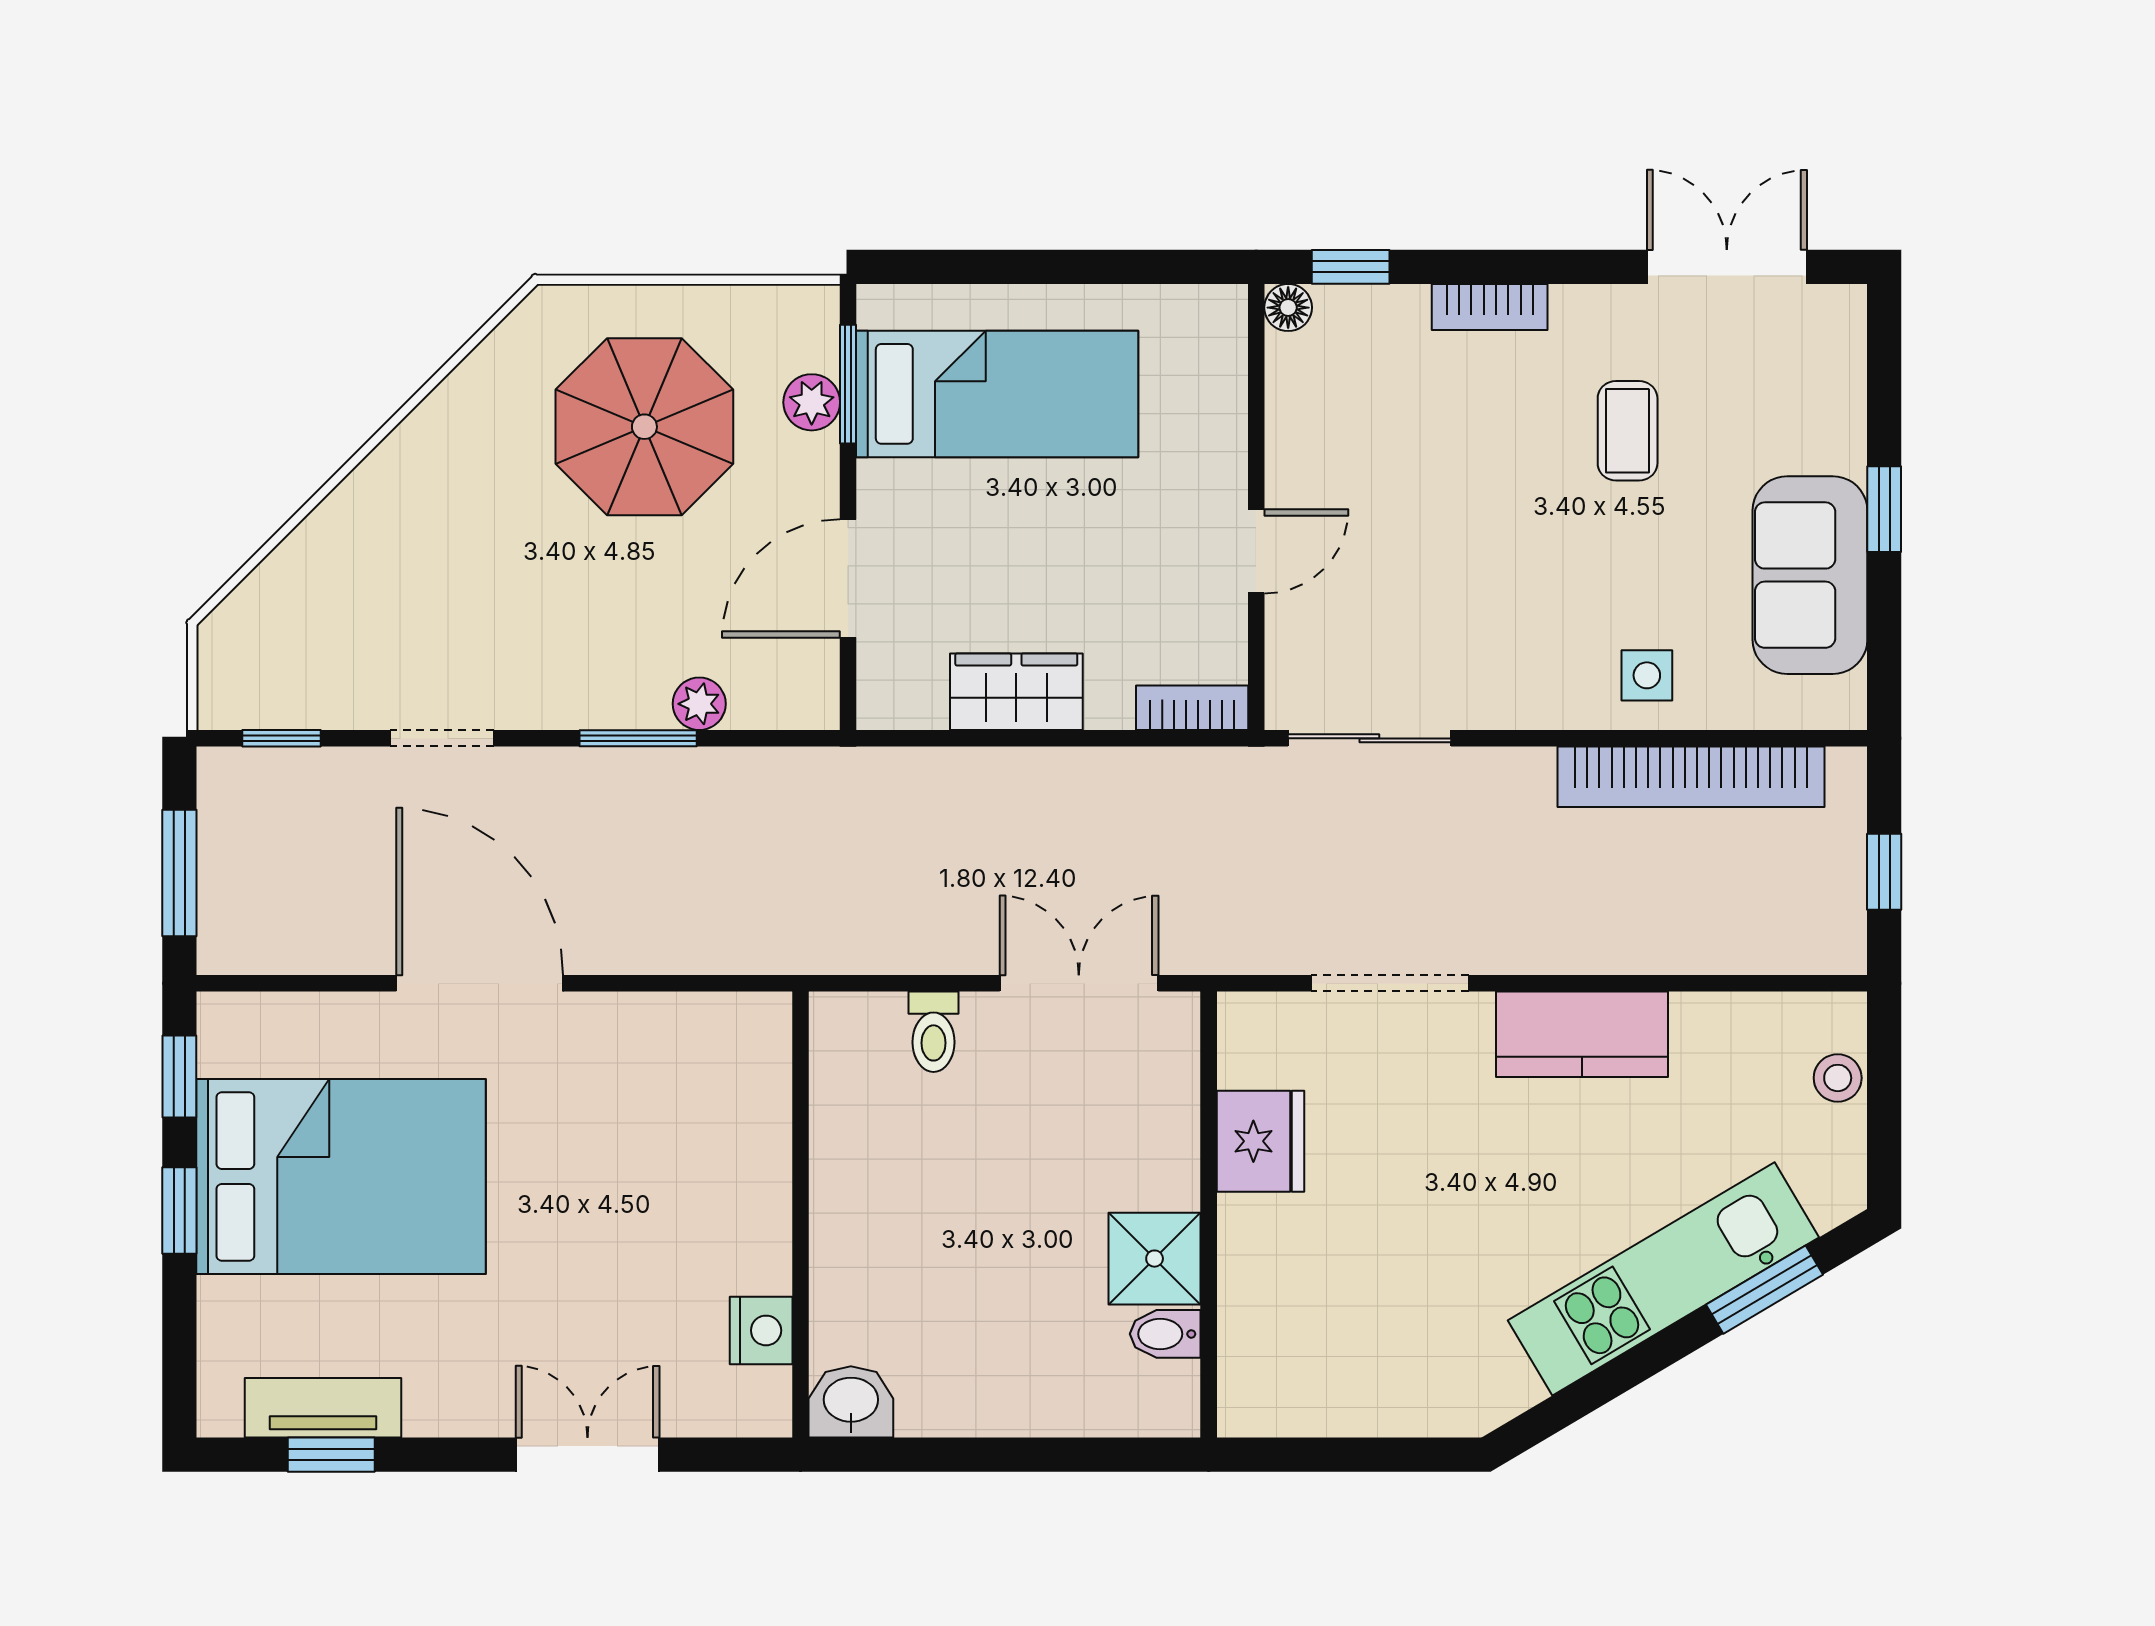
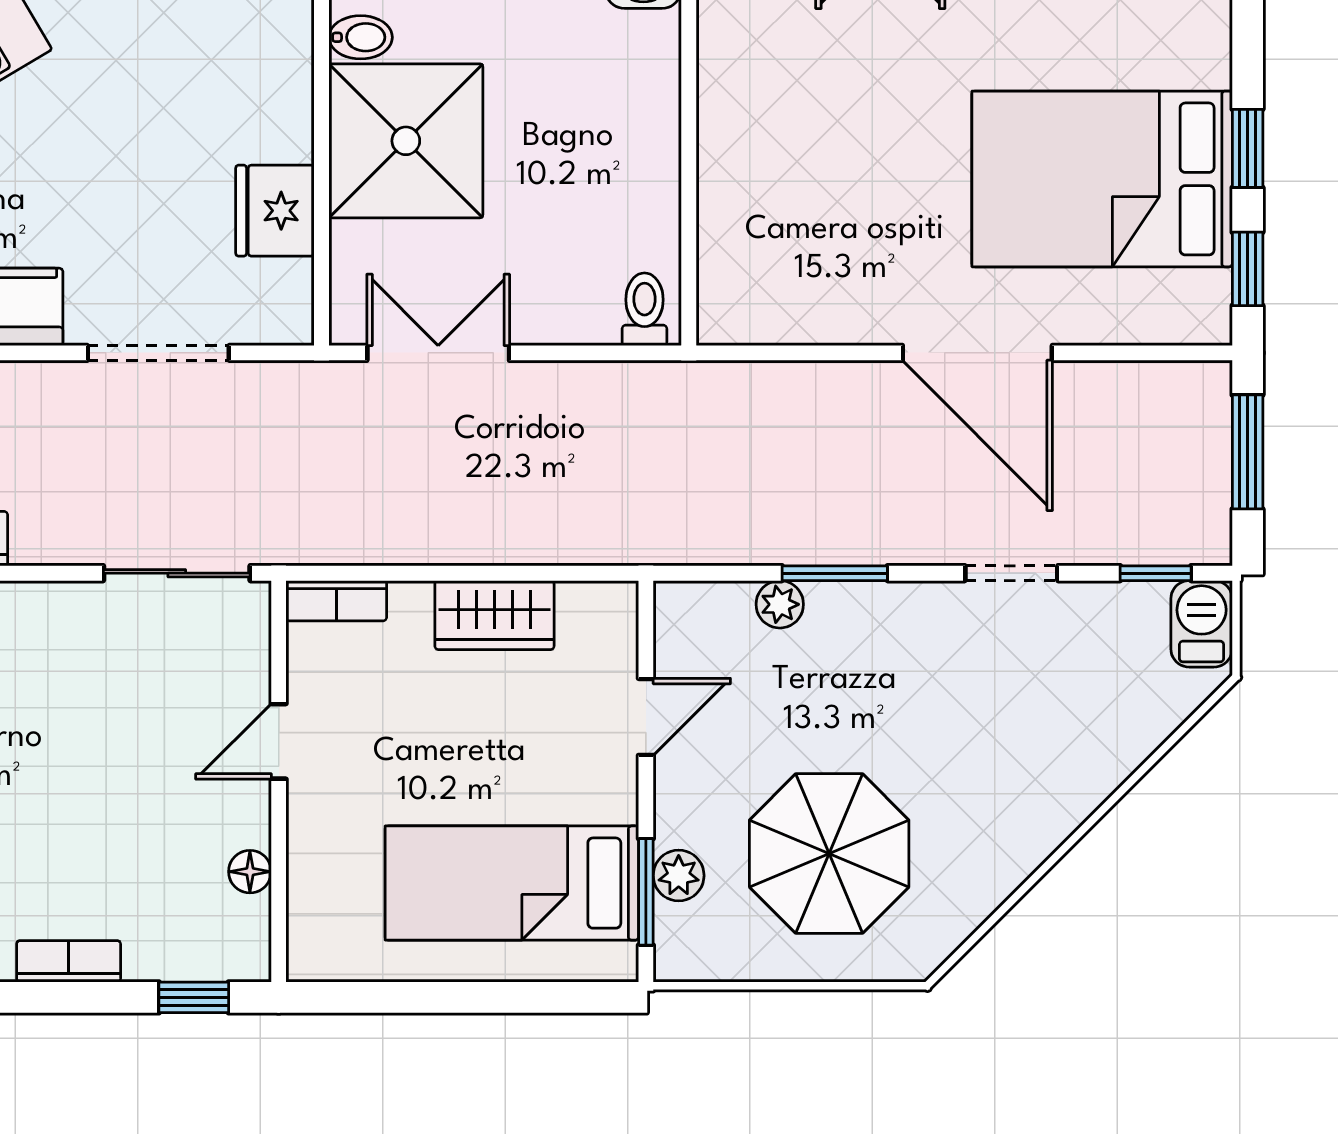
floor lamp: (1288, 308) -> (250, 872), moved
door: (848, 579) -> (646, 717), width x0.73
barbecue: (230, 682) -> (1202, 624), added
double door: (1079, 983) -> (438, 353), swing flipped
toilet: (933, 1032) -> (644, 309), moved
shower: (1155, 1259) -> (406, 141), width x1.86, depth x1.86
nightstand: (761, 1330) -> (724, 40), removed

